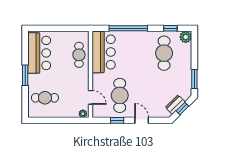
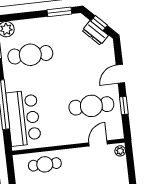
bar counter: (104, 52) -> (23, 118), moved, turned 90

